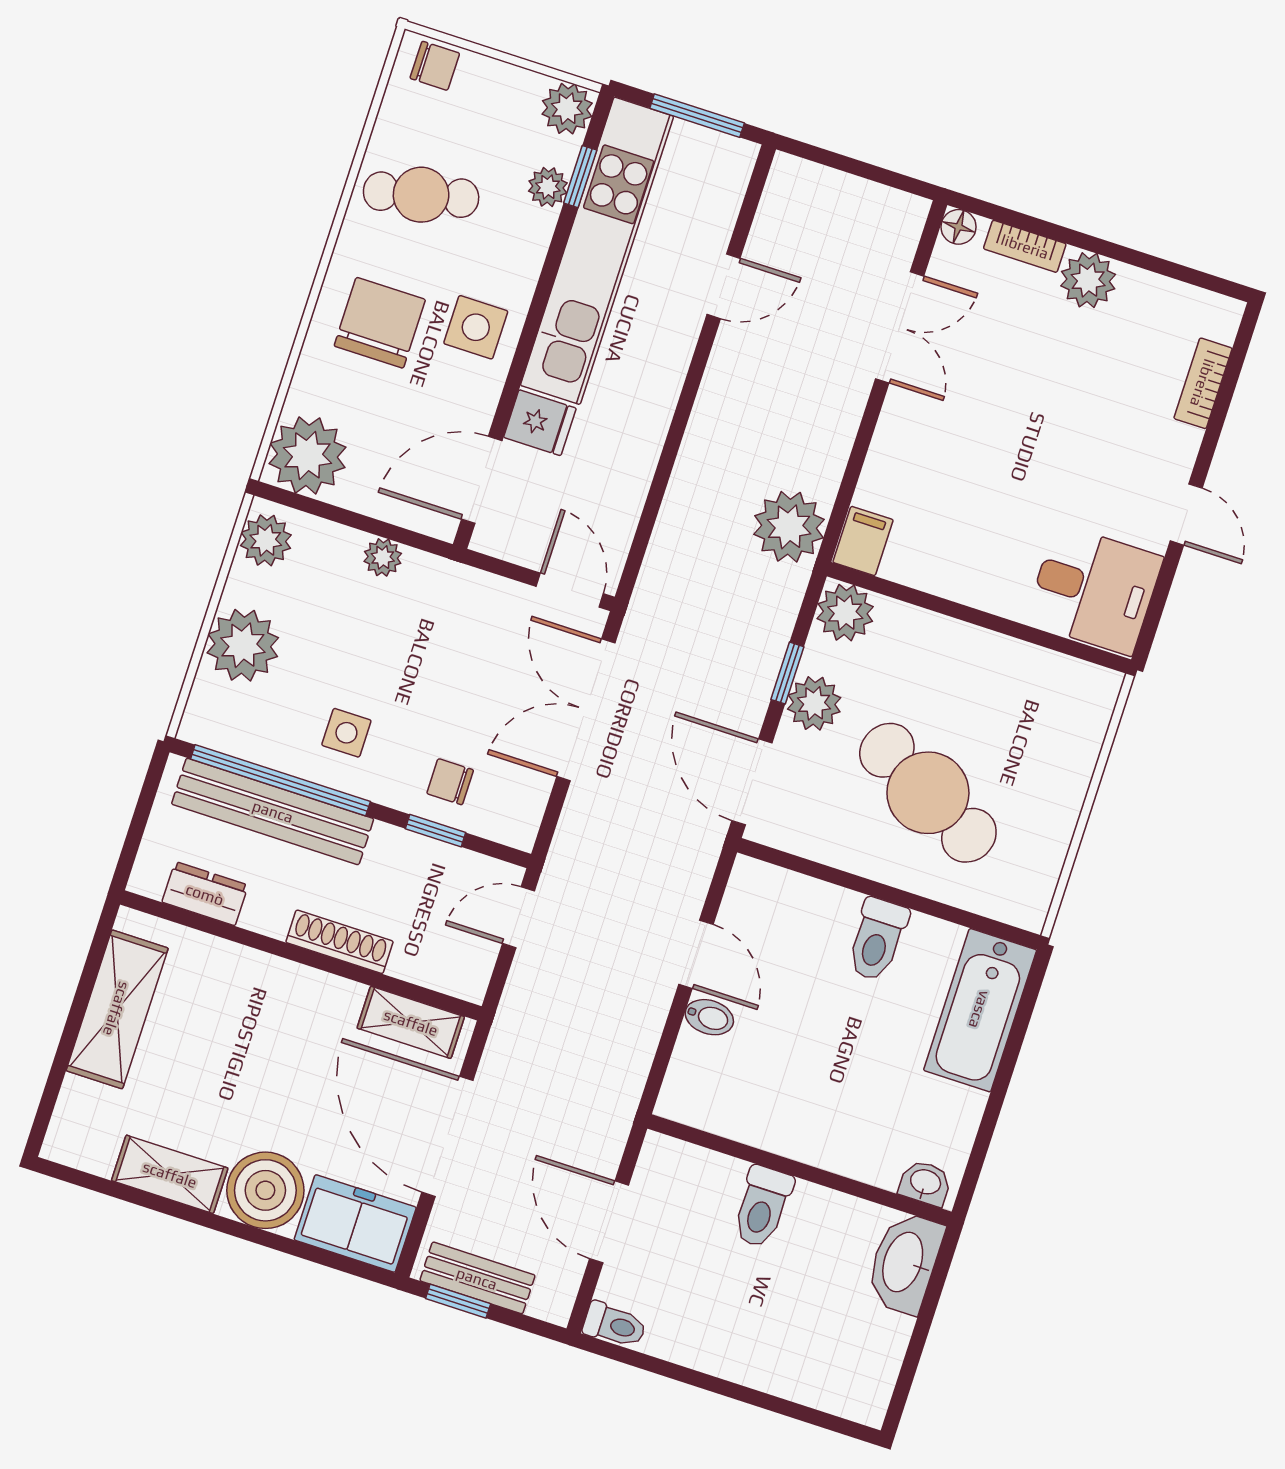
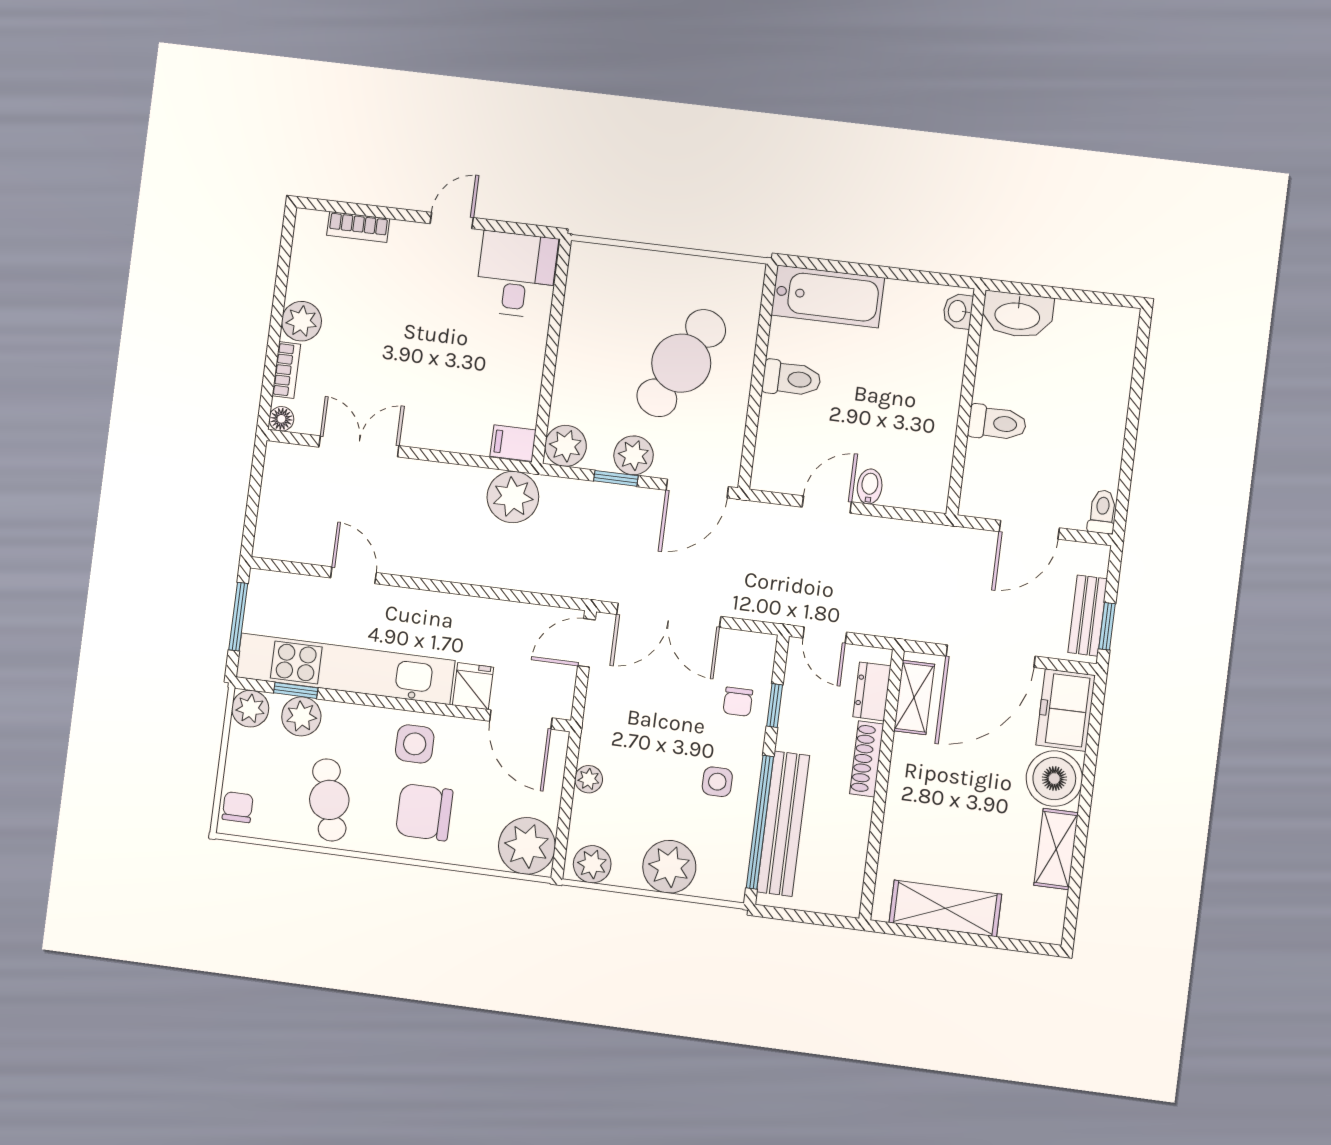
plant: (548, 187) -> (301, 716), width x1.38, depth x1.38
dresser: (205, 894) -> (872, 691), moved

